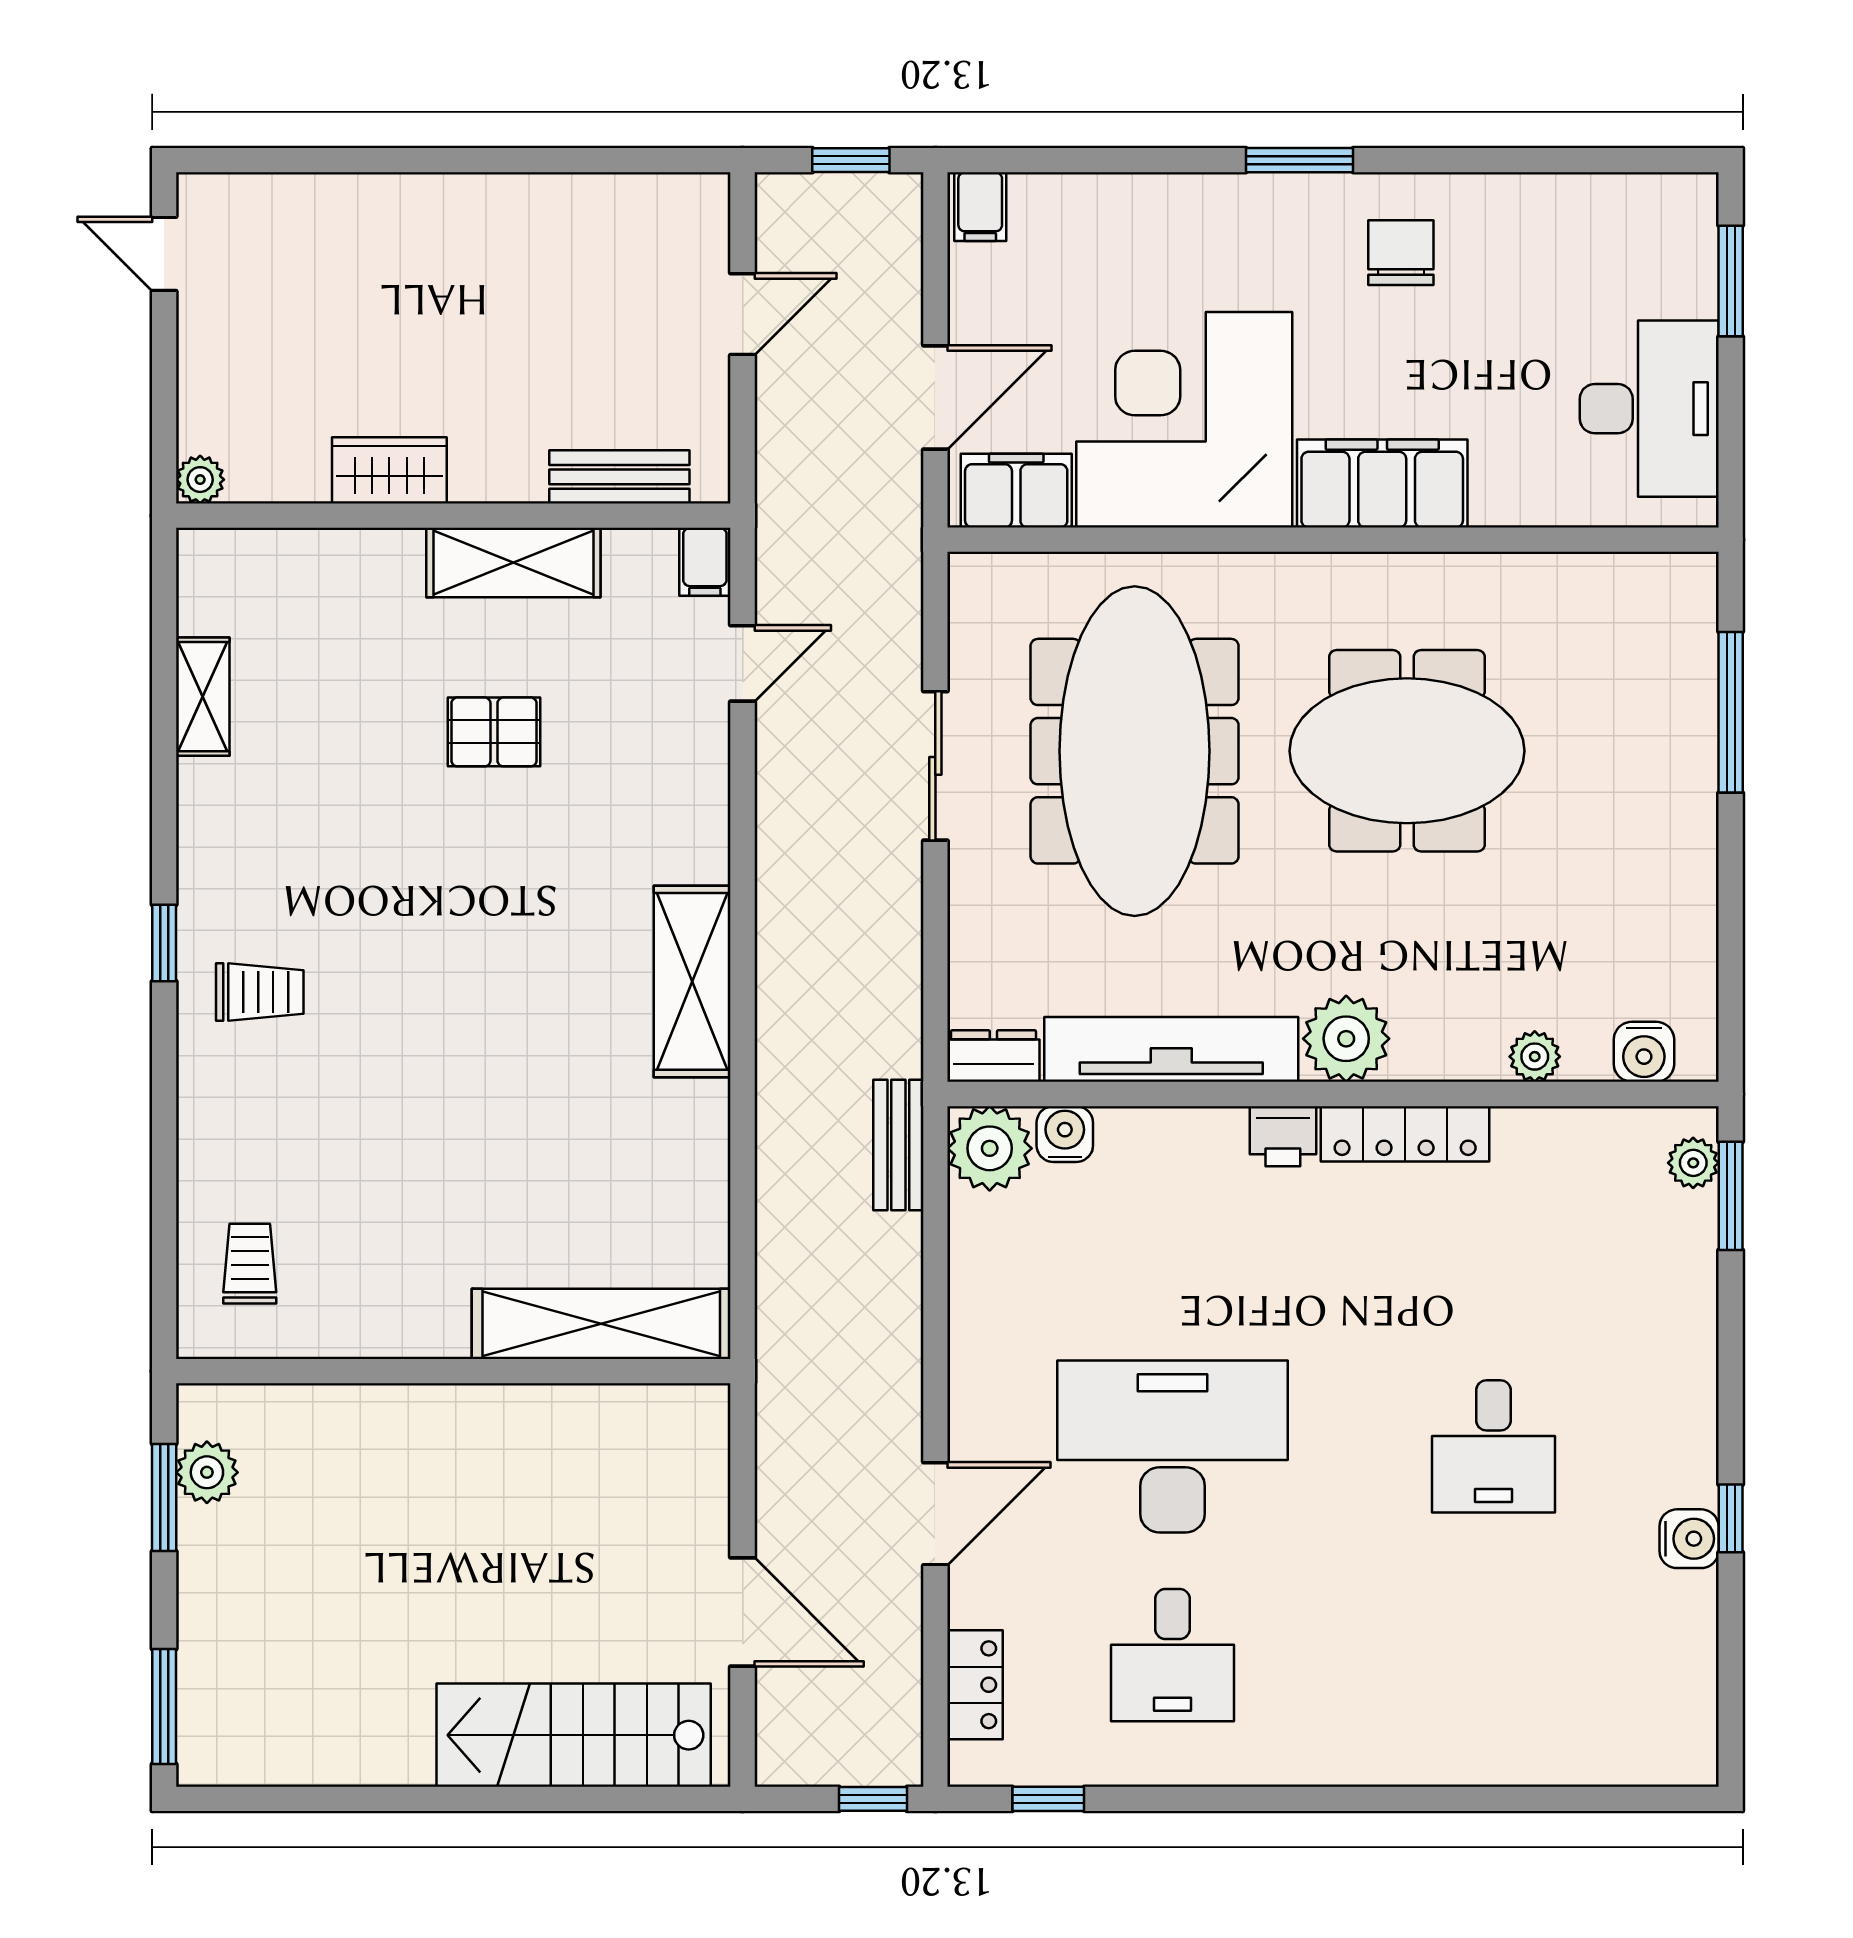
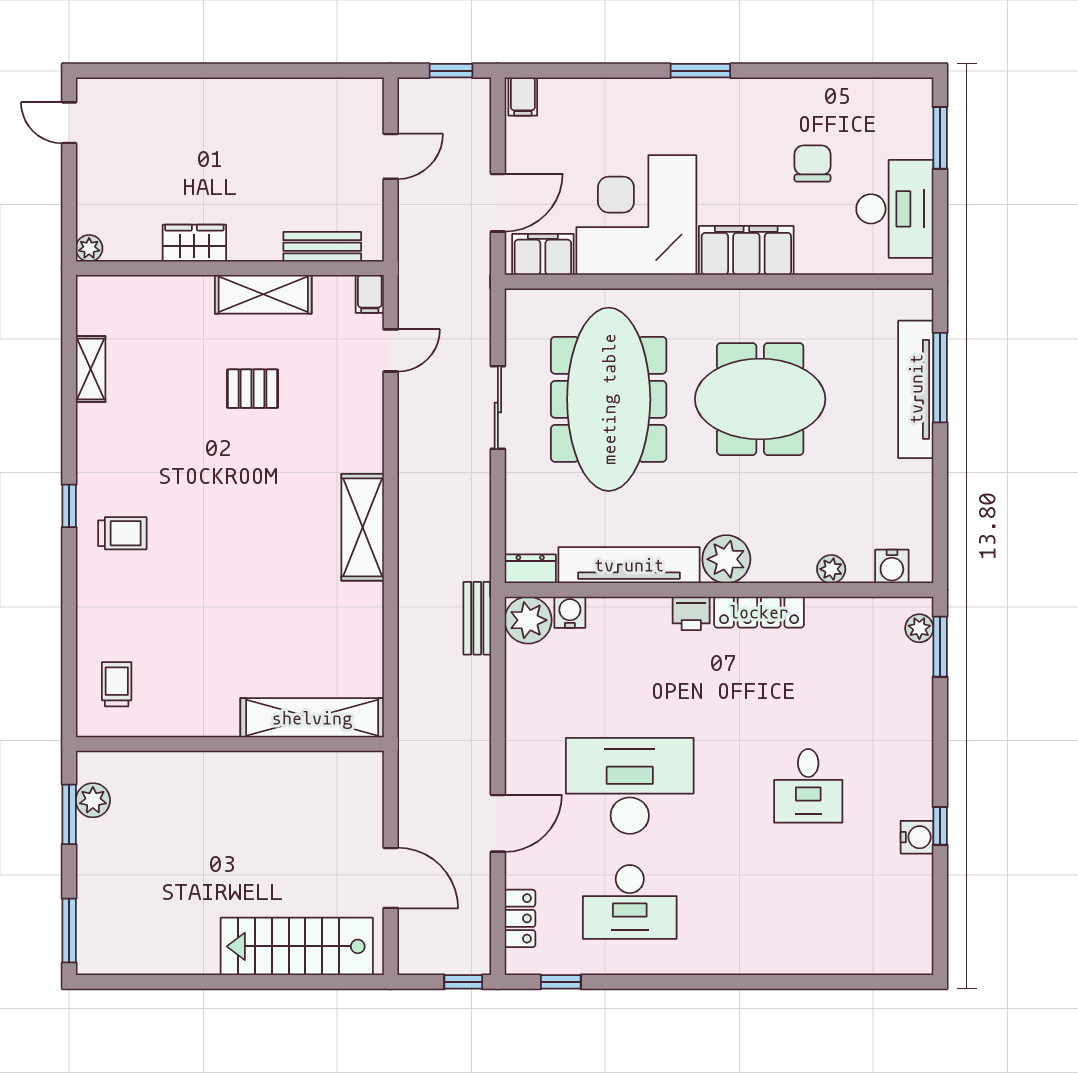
chair: (1401, 253) -> (812, 163), moved
tv unit: (1687, 733) -> (916, 389), added
desk: (1172, 1655) -> (630, 902), width x1.37

